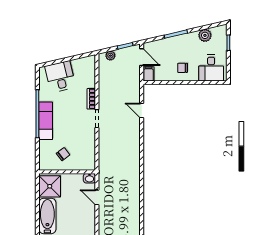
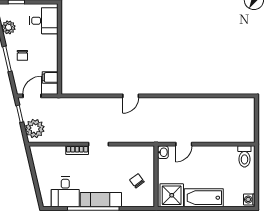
plant: (110, 56) -> (35, 129), width x1.88, depth x1.88
chair: (183, 68) -> (22, 55), moved
filing cabinet: (148, 74) -> (50, 77), moved
desk: (60, 77) -> (65, 192), moved, turned -77
door: (142, 111) -> (131, 96), moved

